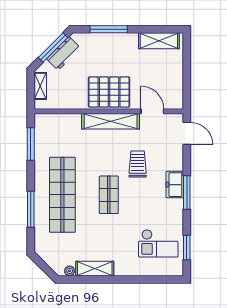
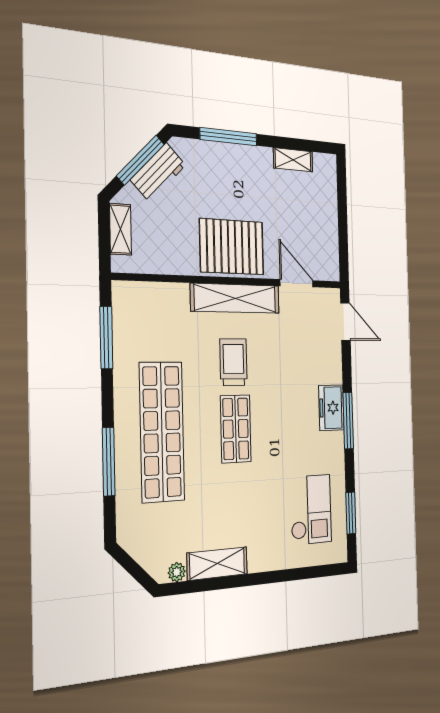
shelving: (159, 41) -> (293, 160), width x0.67, depth x0.75
trolley: (138, 164) -> (233, 362), moved
checkout: (158, 243) -> (311, 510), turned -90

